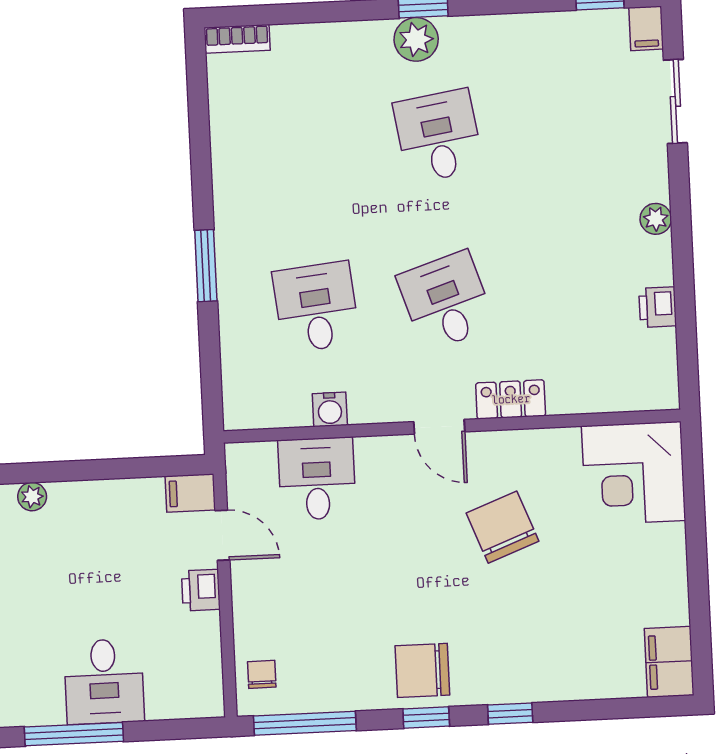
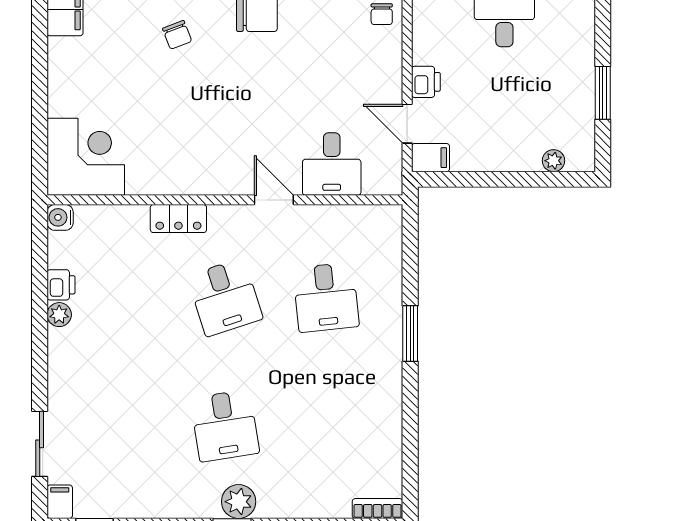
plant: (656, 219) -> (59, 315), moved
water cooler: (330, 409) -> (60, 217), moved, turned -90
door: (439, 427) -> (274, 200), moved
chair: (502, 527) -> (177, 35), moved, width x0.54, depth x0.54

